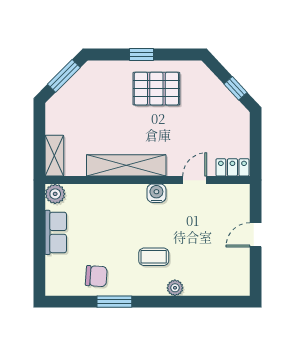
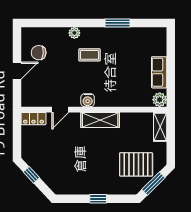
pallet: (156, 89) -> (136, 164), moved
shelving: (126, 165) -> (100, 120), width x0.68
chair: (96, 276) -> (39, 53), moved

